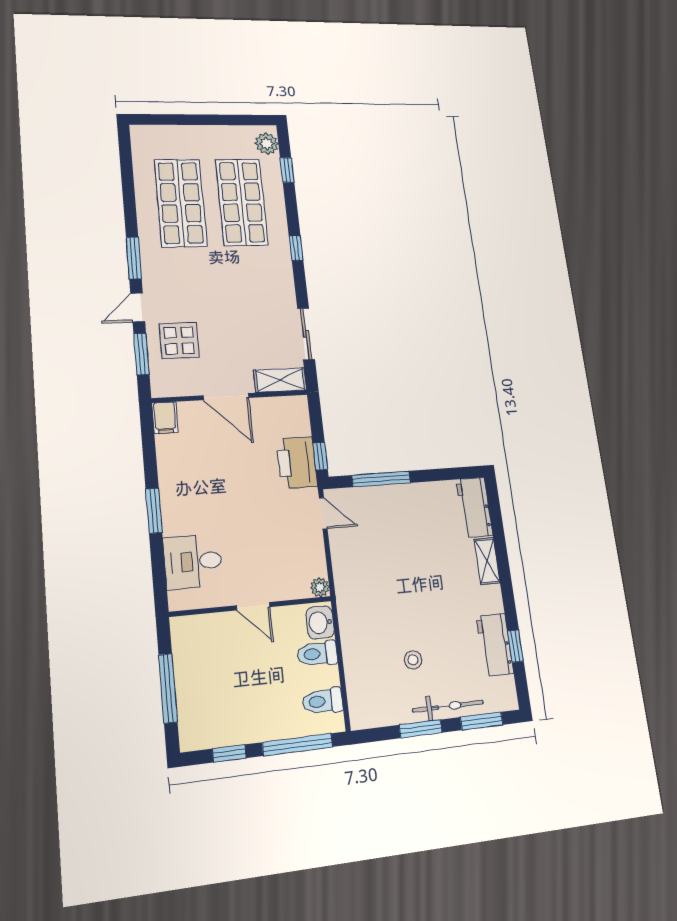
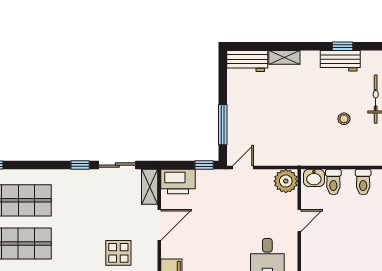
window: (296, 248) -> (80, 165), moved
printer: (297, 463) -> (178, 182), moved
plant: (320, 587) -> (286, 181), width x1.88, depth x1.88

